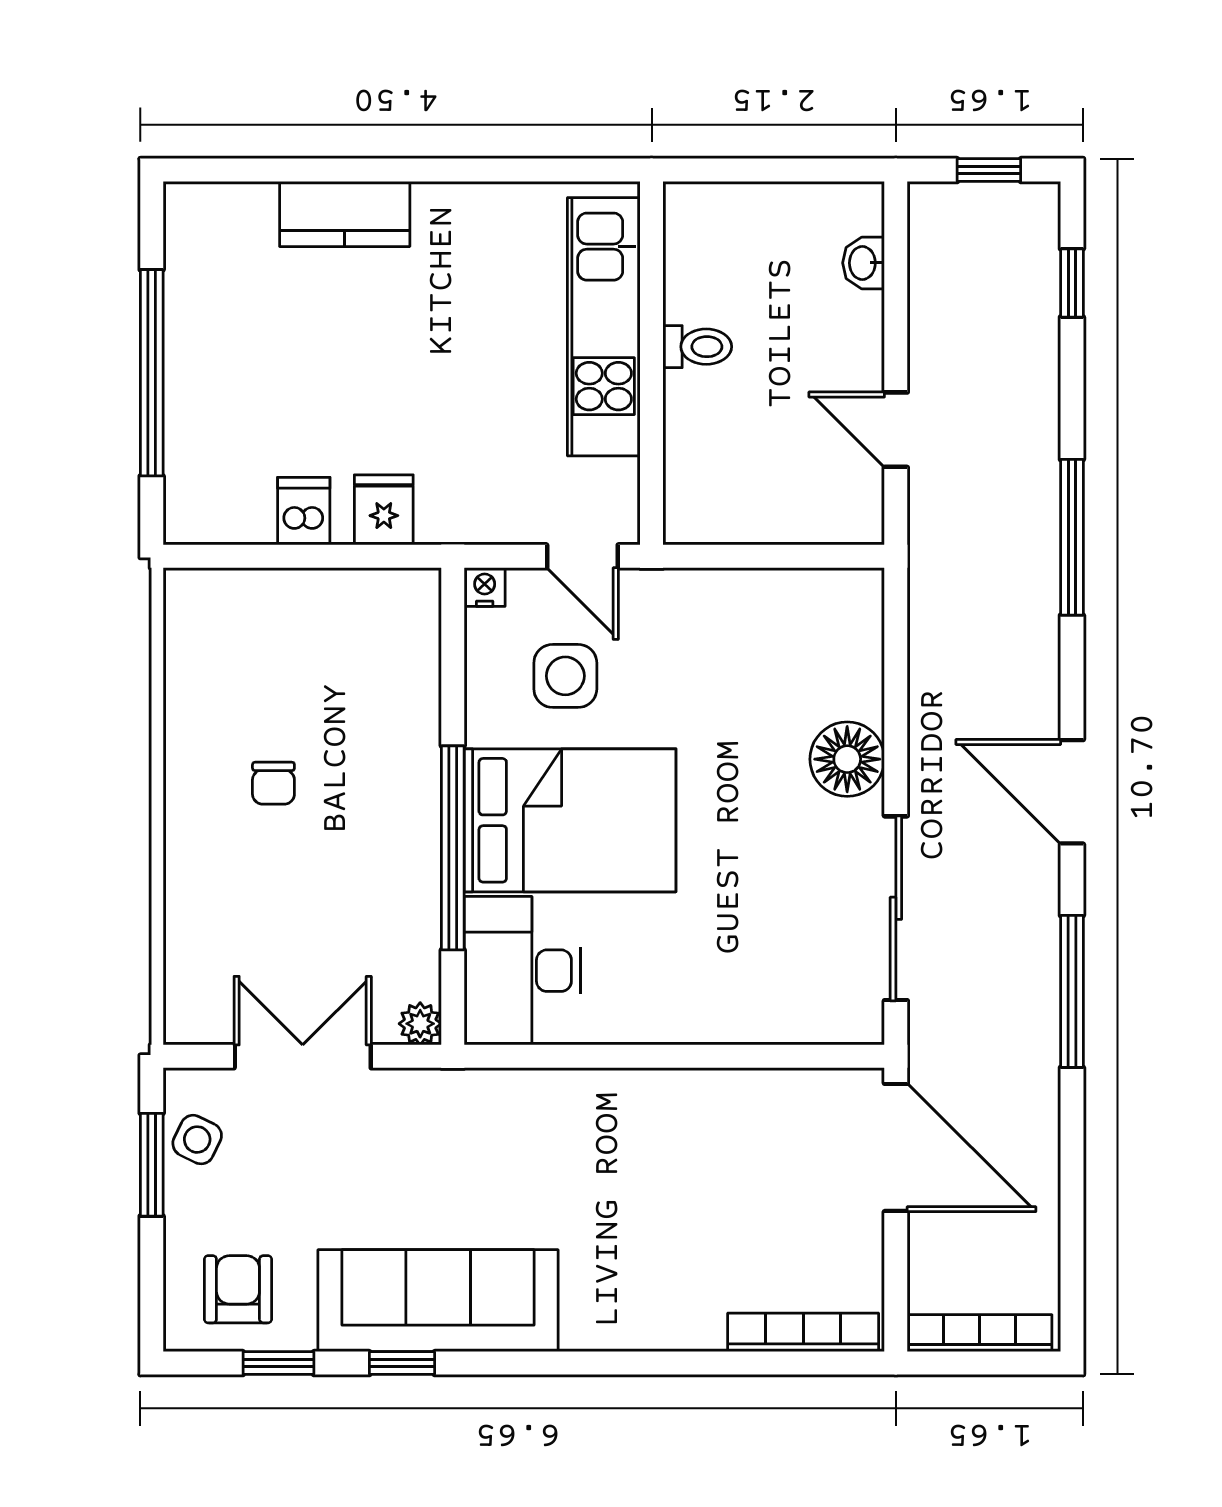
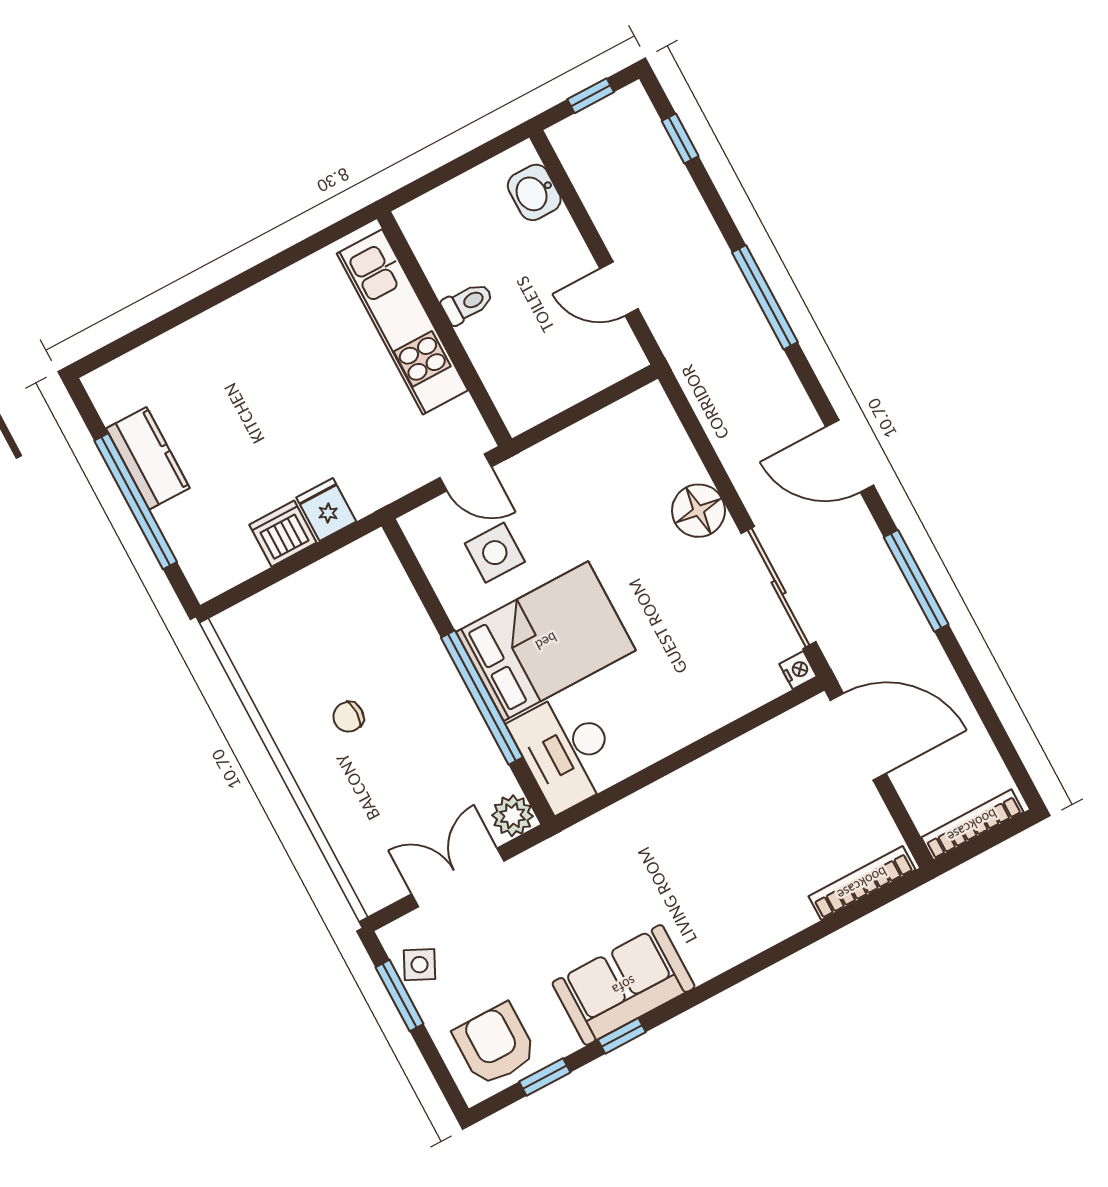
kitchen counter: (345, 214) -> (148, 458), moved, turned -90
washbasin: (864, 263) -> (534, 192), width x1.38, depth x1.45
dishwasher: (304, 511) -> (283, 534), width x1.38
nightstand: (485, 587) -> (798, 670), moved, turned 90
chair: (273, 783) -> (348, 717), turned 90
plant: (420, 1024) -> (512, 816), width x1.38, depth x1.38
armchair: (238, 1289) -> (495, 1044), width x1.38, depth x1.38
sofa: (438, 1301) -> (624, 985), width x0.73

